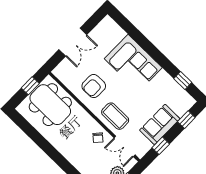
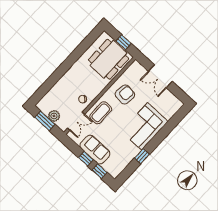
window: (183, 80) -> (142, 156), moved
armchair: (94, 86) -> (125, 94), turned 96
double door: (125, 146) -> (76, 121), swing flipped
window: (161, 146) -> (86, 159), moved

